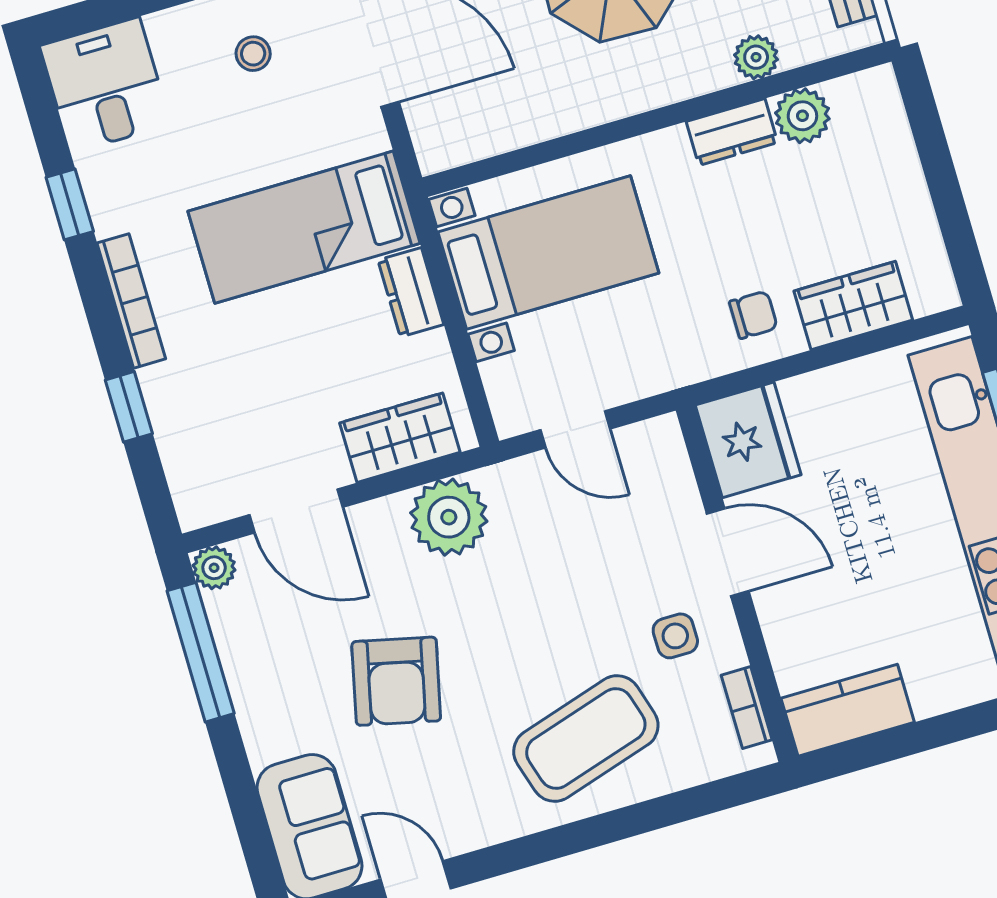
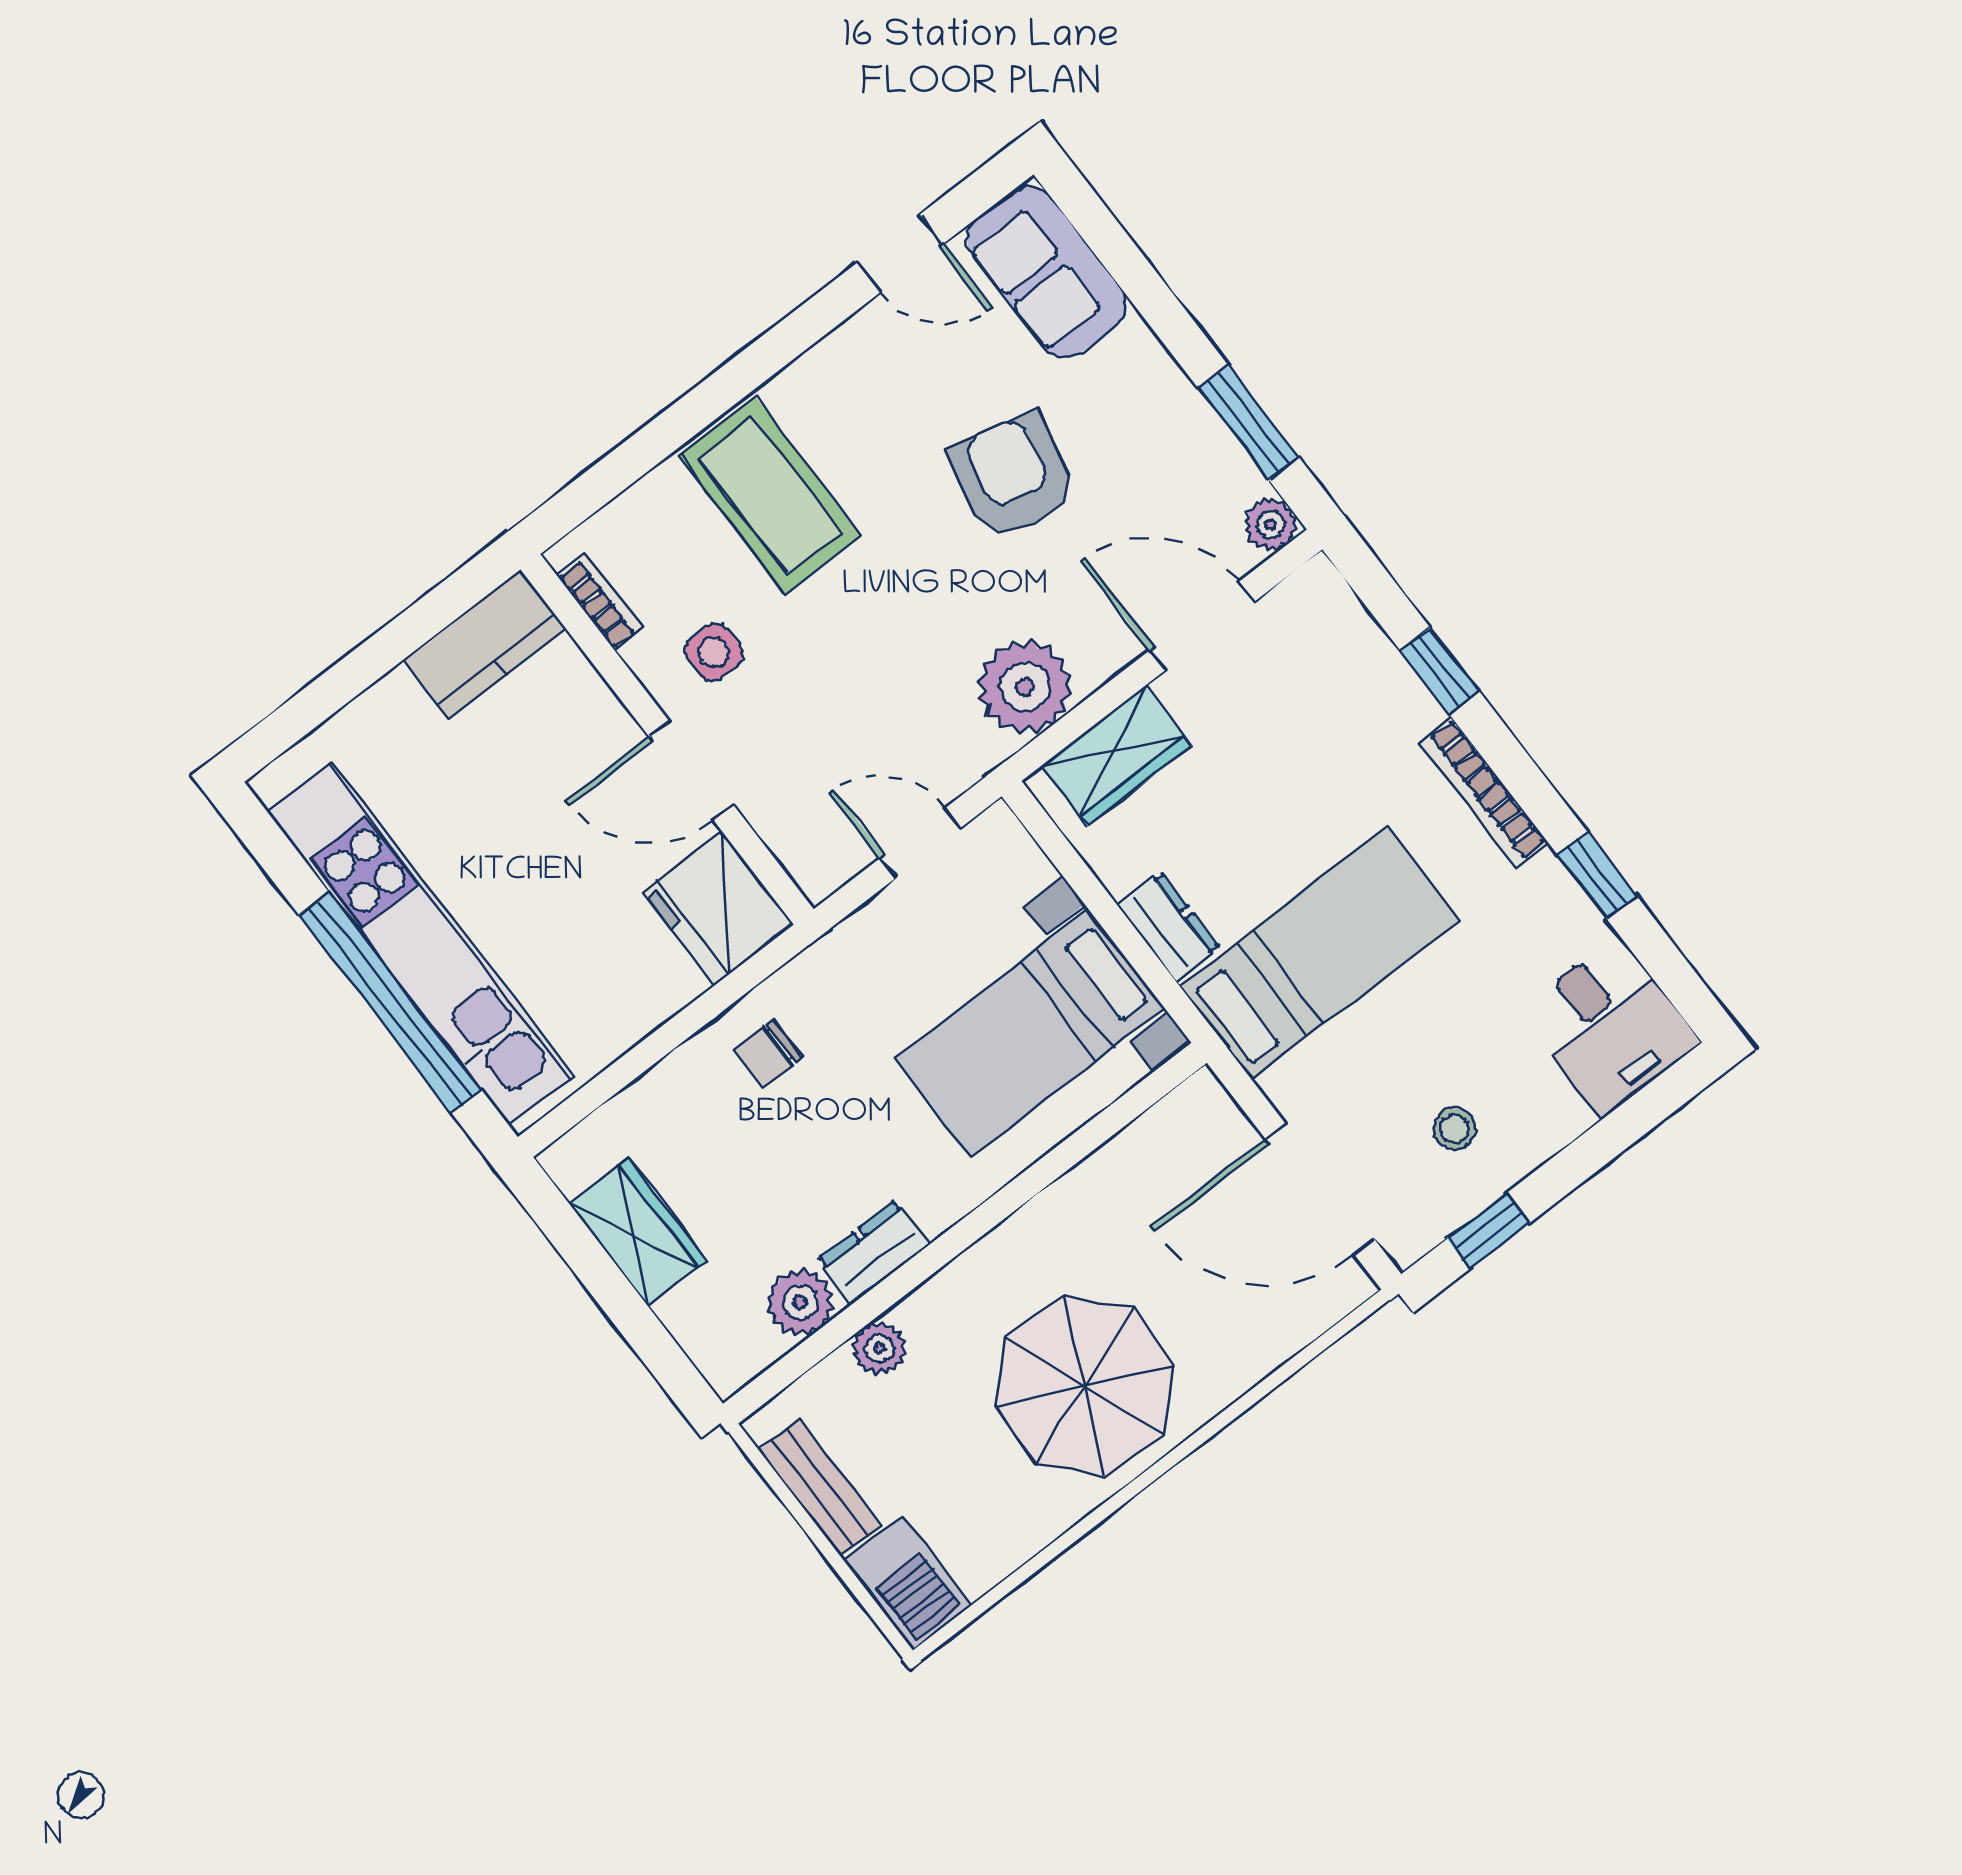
wardrobe: (853, 306) -> (638, 1232), moved, turned -90
window: (201, 652) -> (1248, 422), width x0.69
coffee table: (586, 738) -> (770, 495), turned -73

